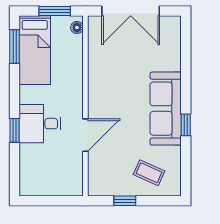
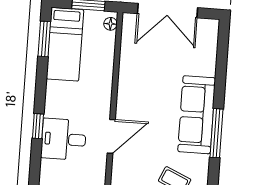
desk: (40, 124) -> (64, 139), moved
window: (186, 125) -> (216, 133), width x2.17

